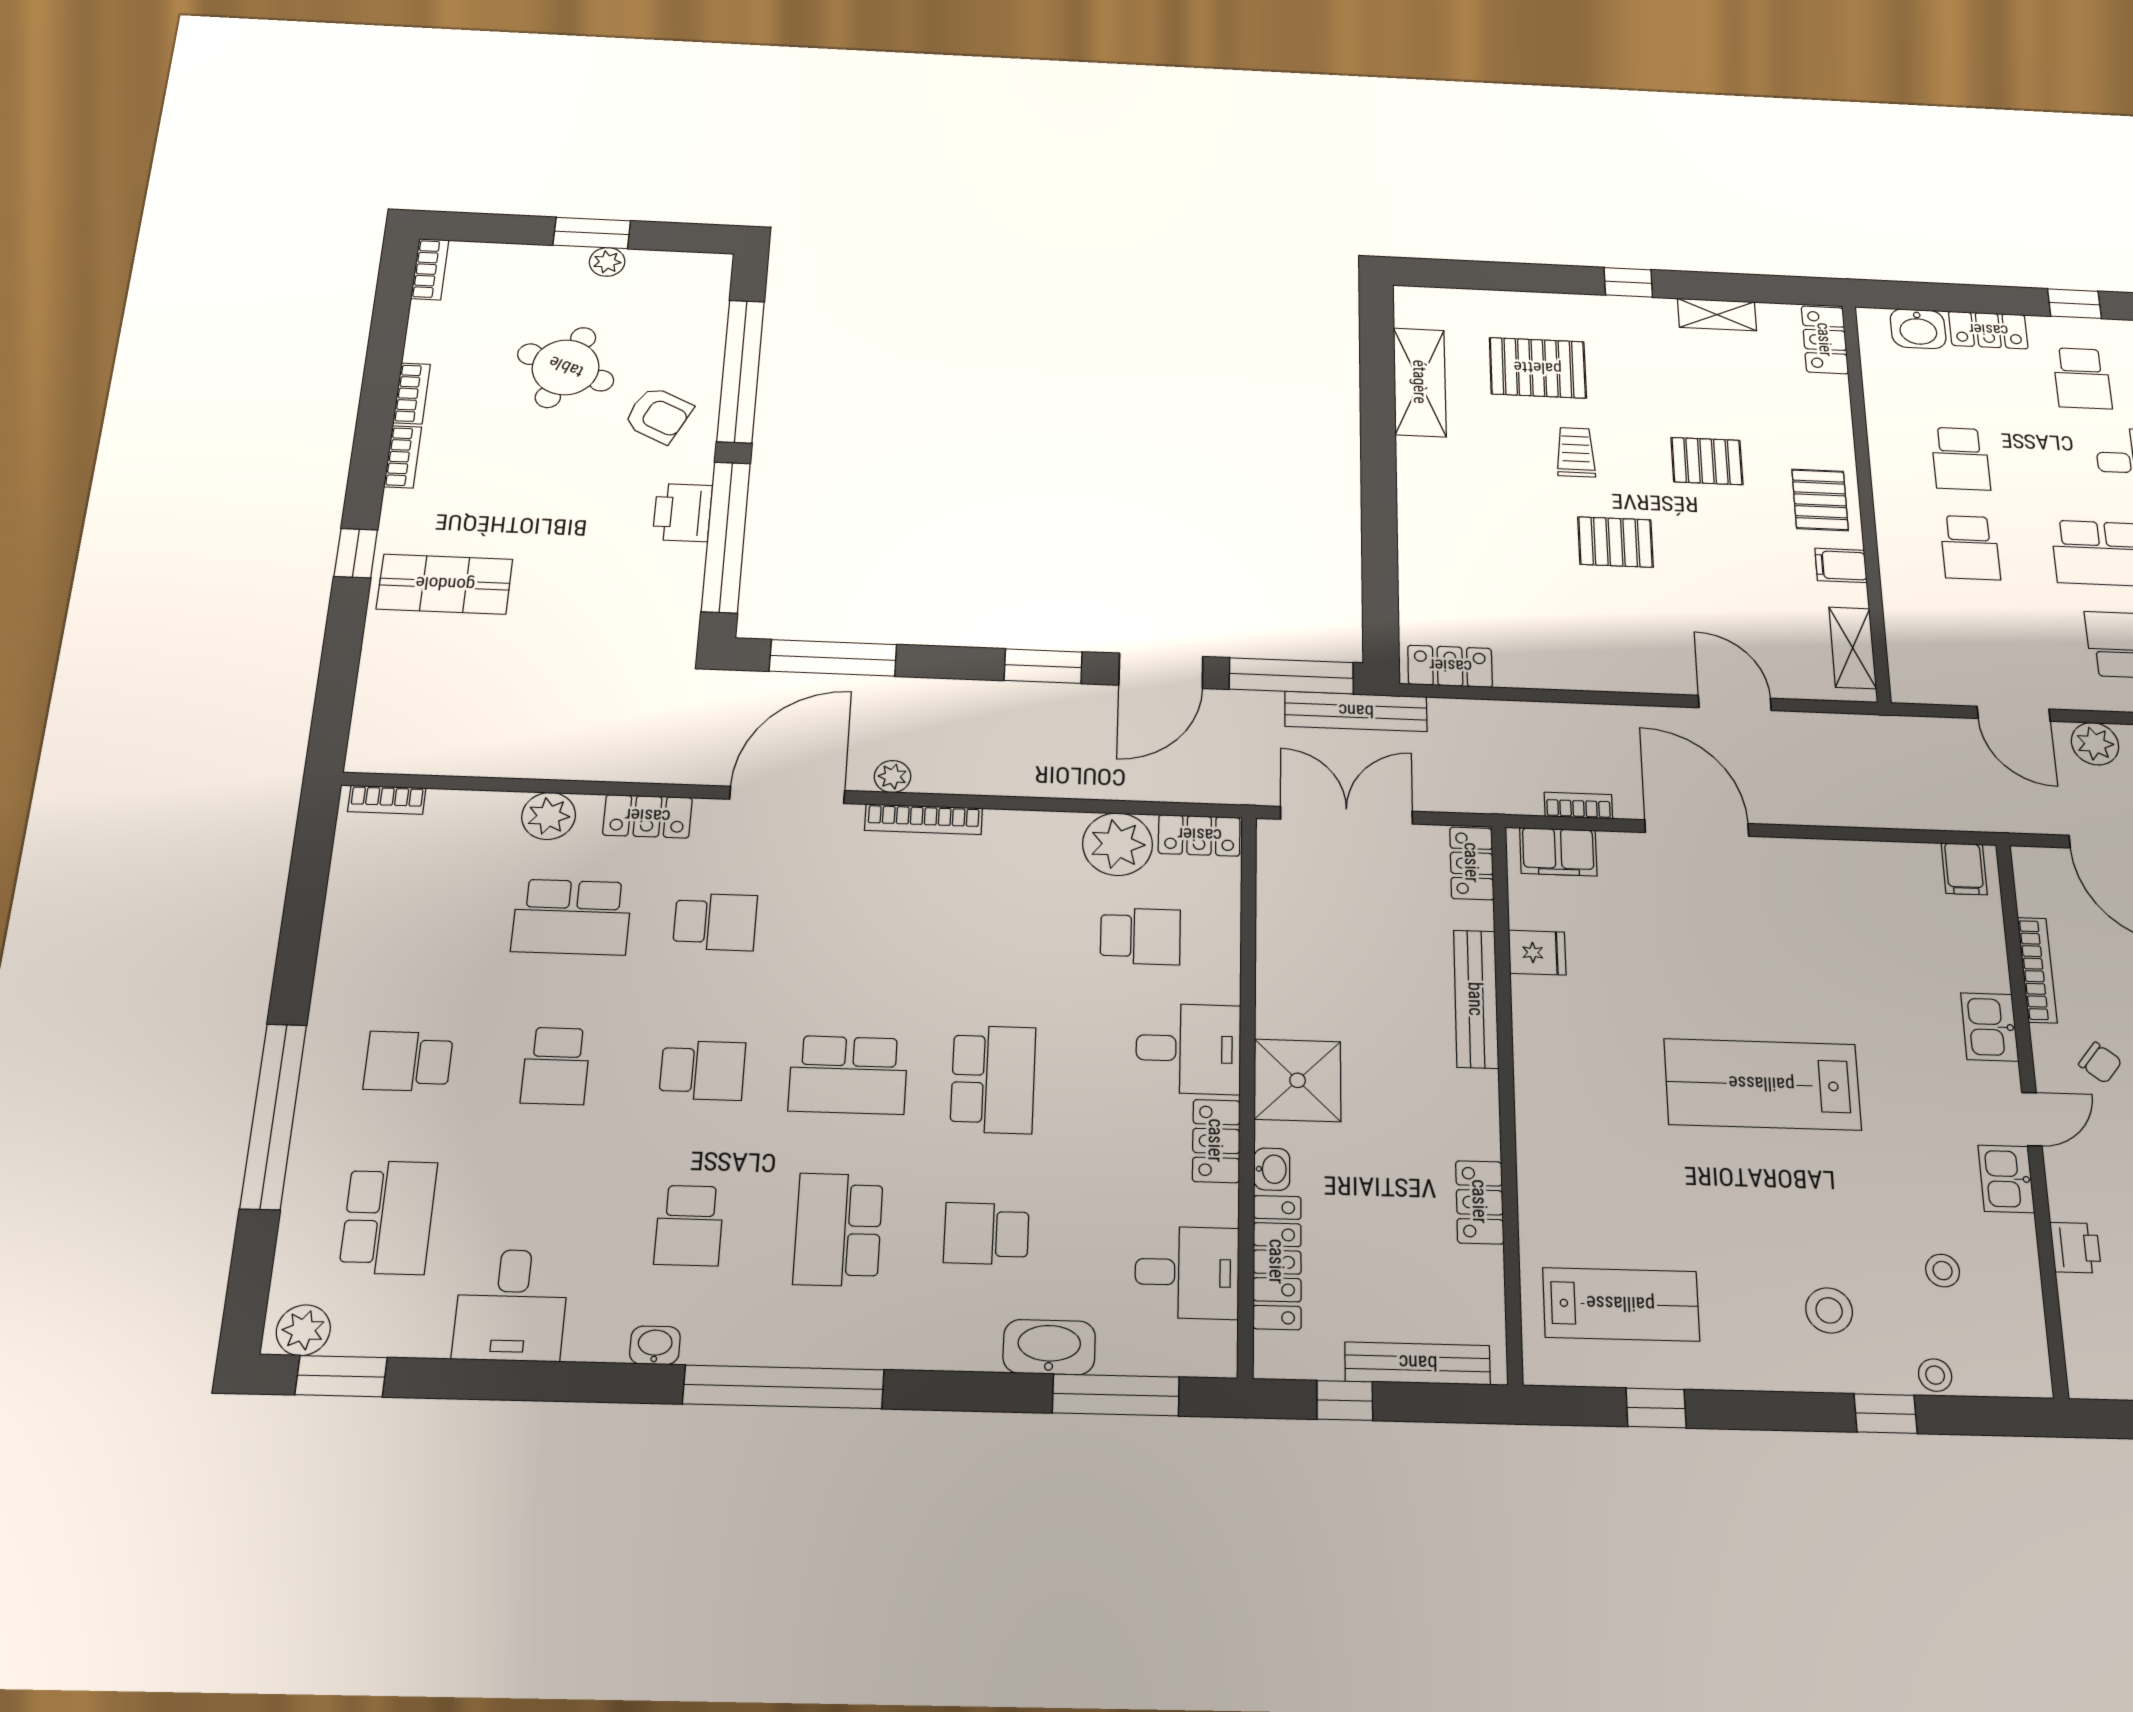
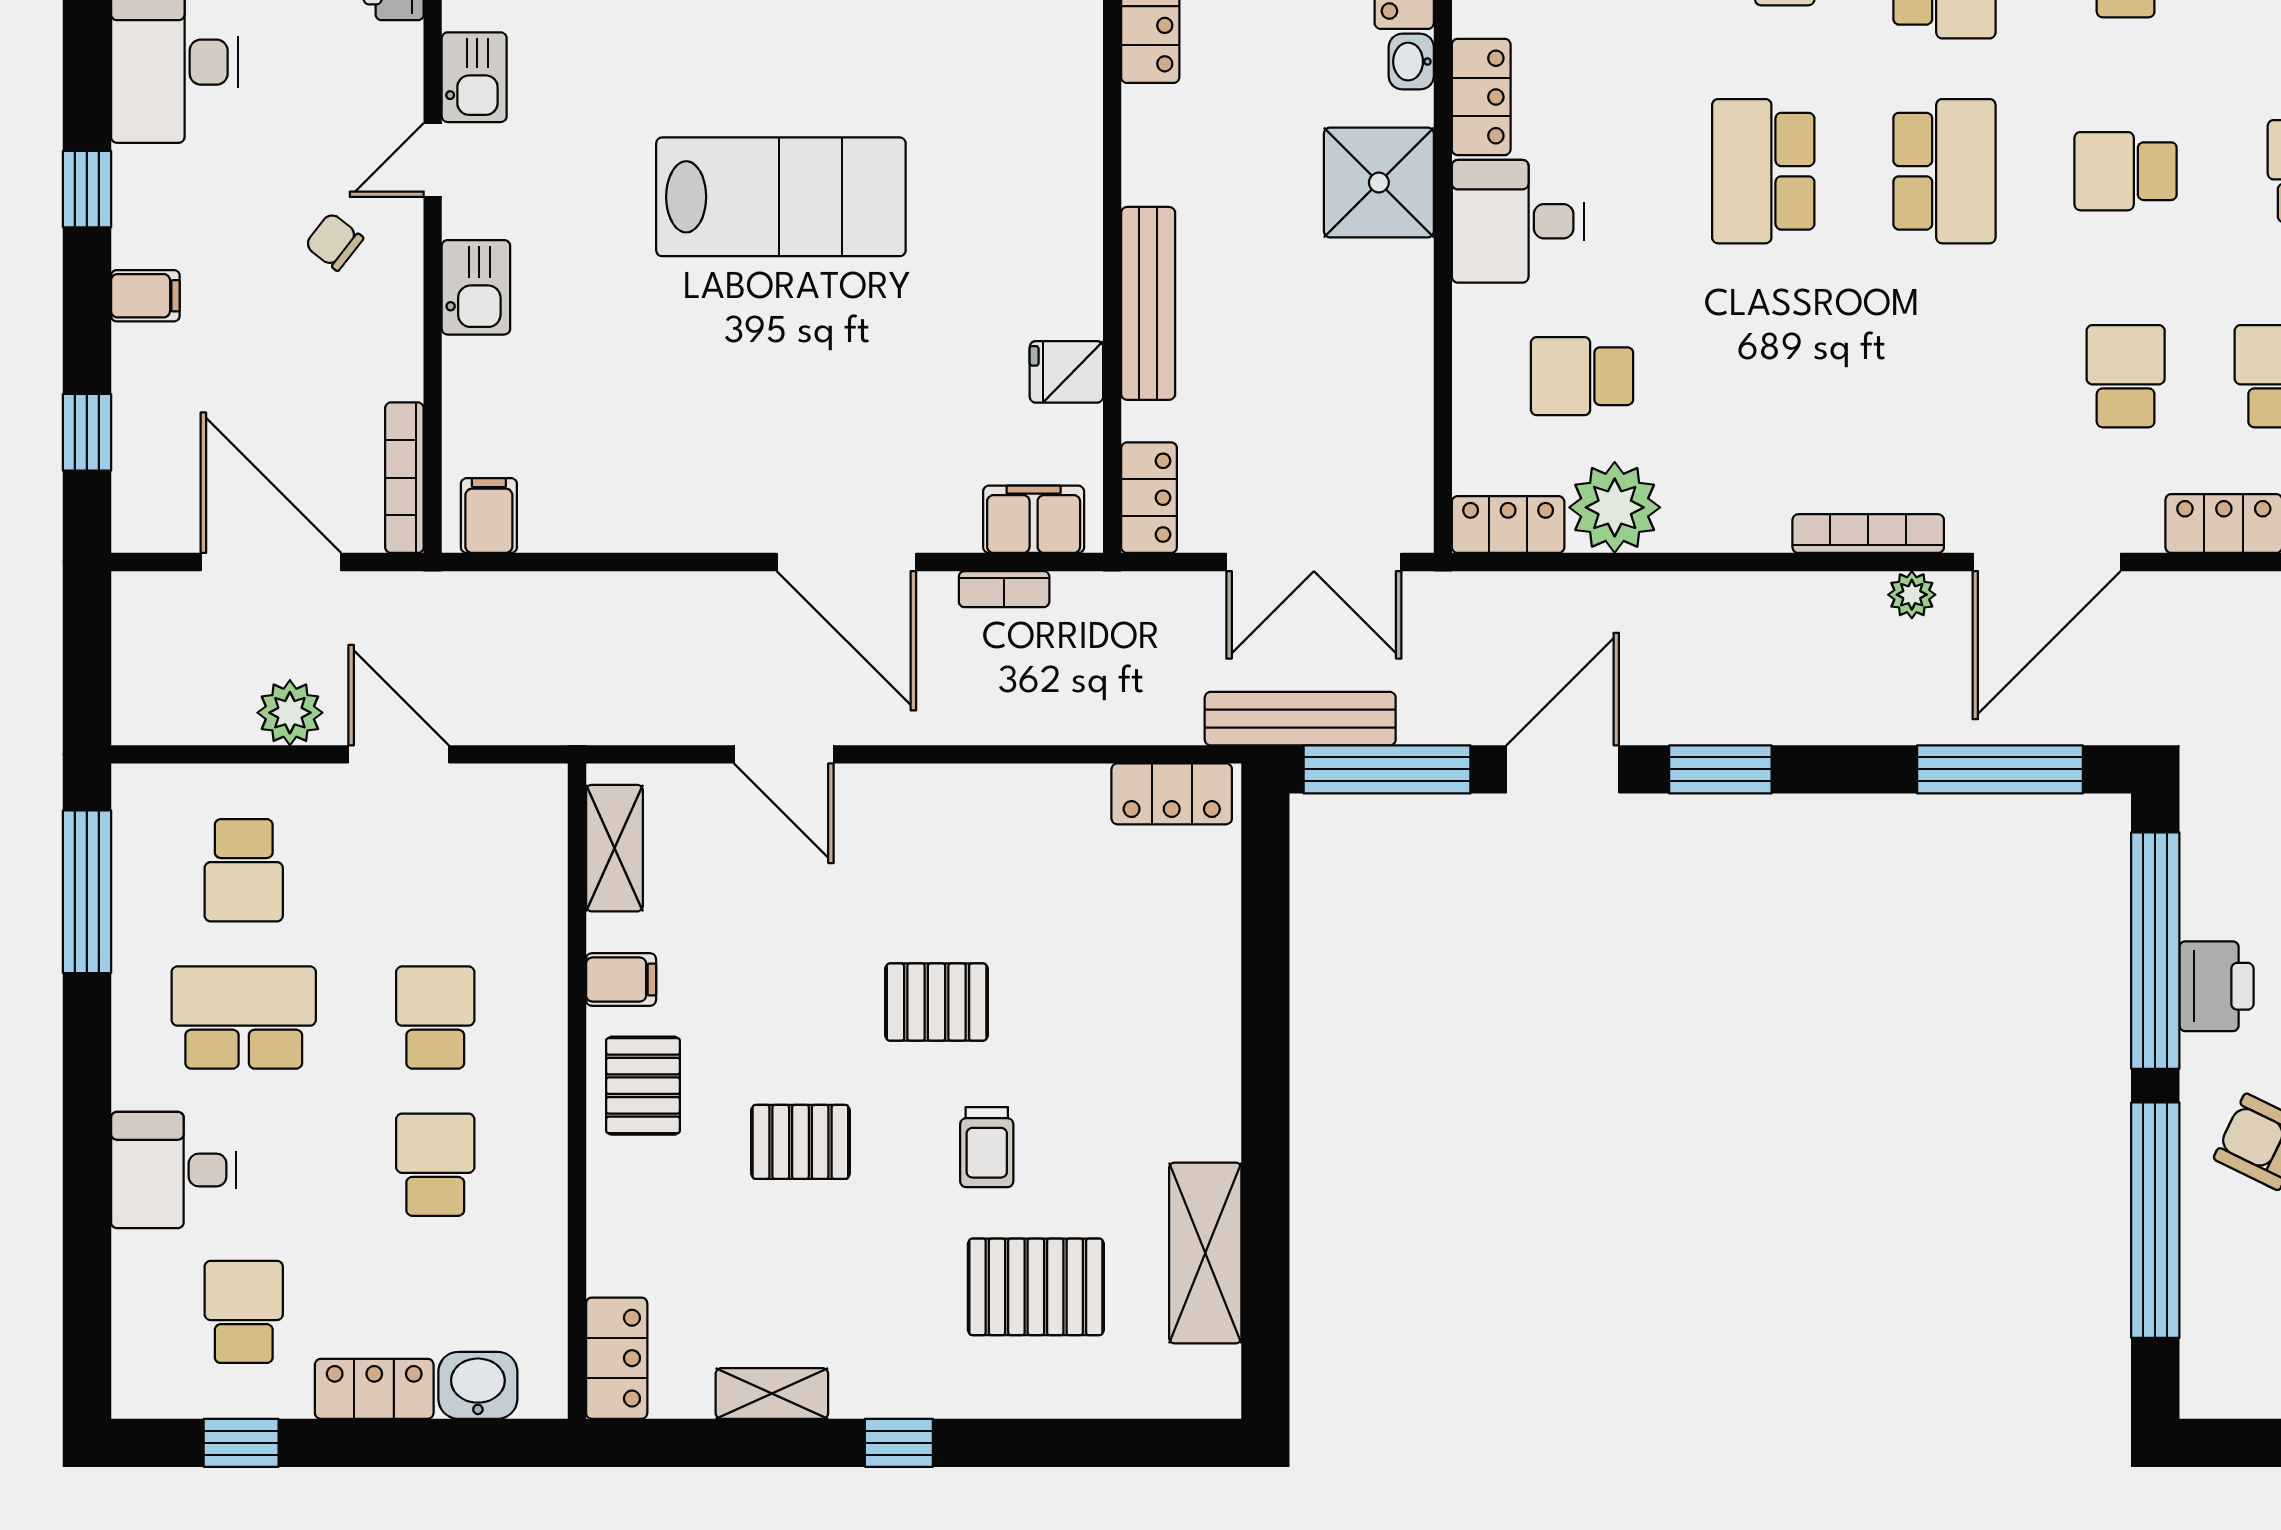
school desk: (715, 922) -> (2126, 376), turned 90
bookcase: (2037, 970) -> (404, 478), moved
school desk: (848, 1075) -> (1944, 171), turned 90

